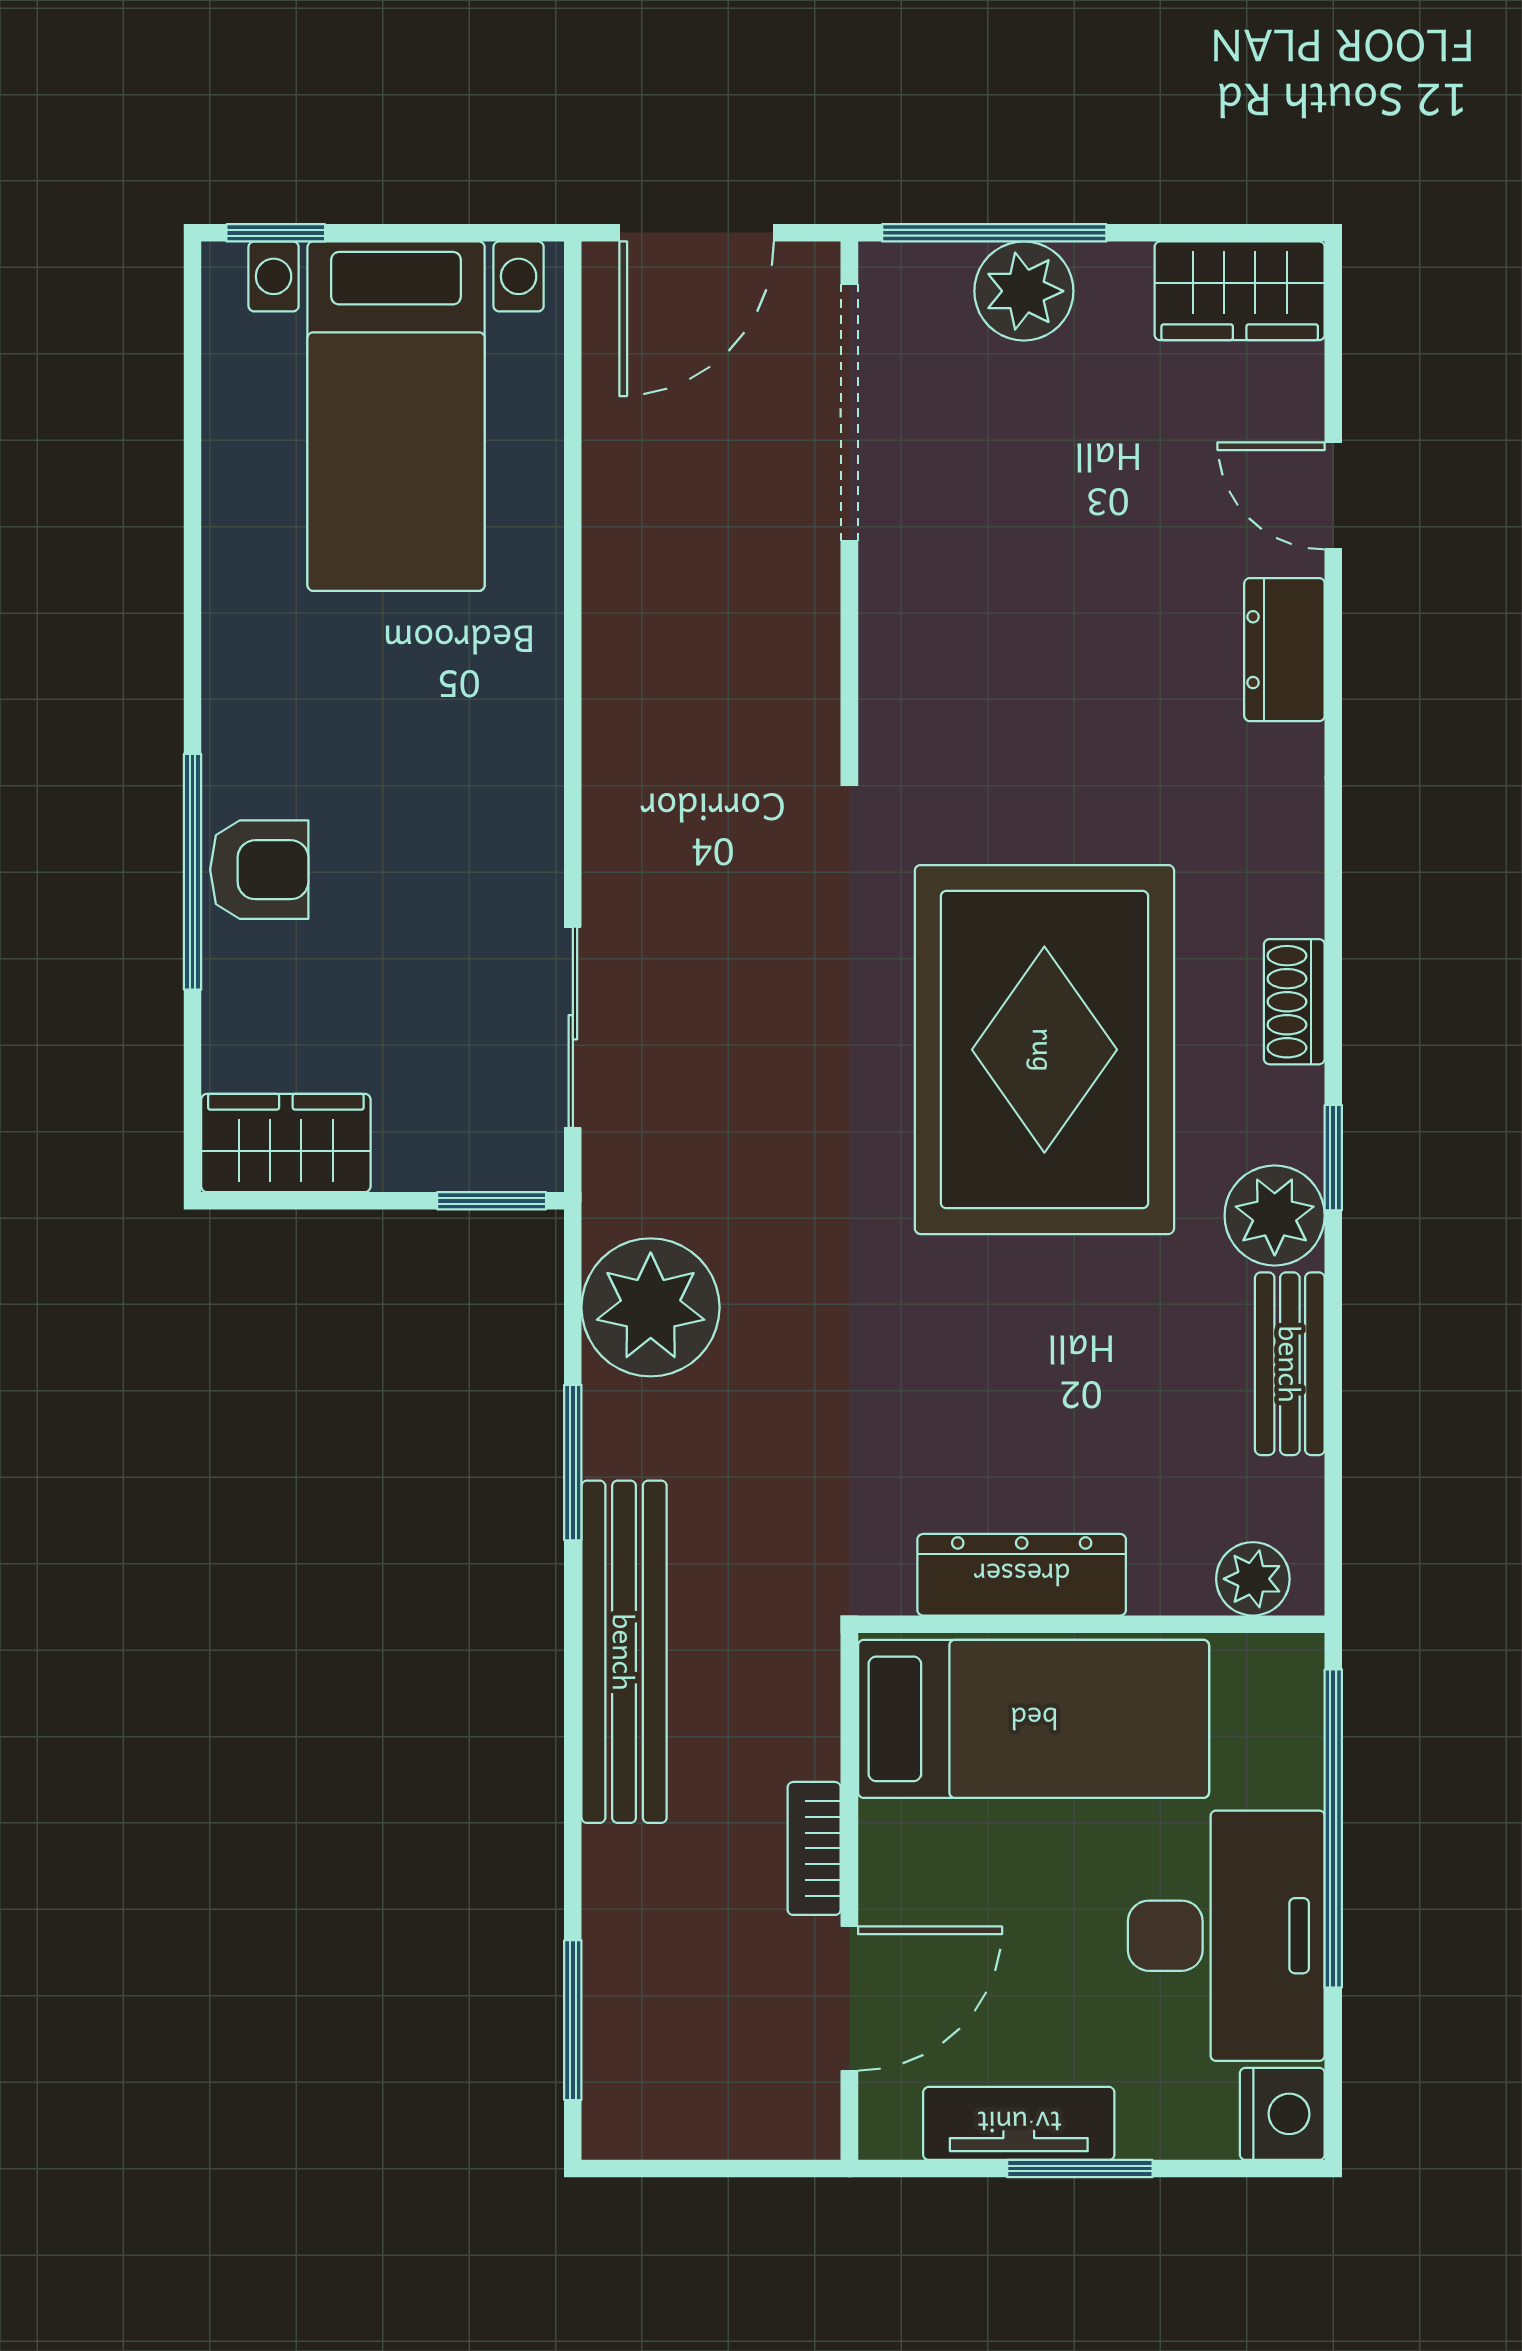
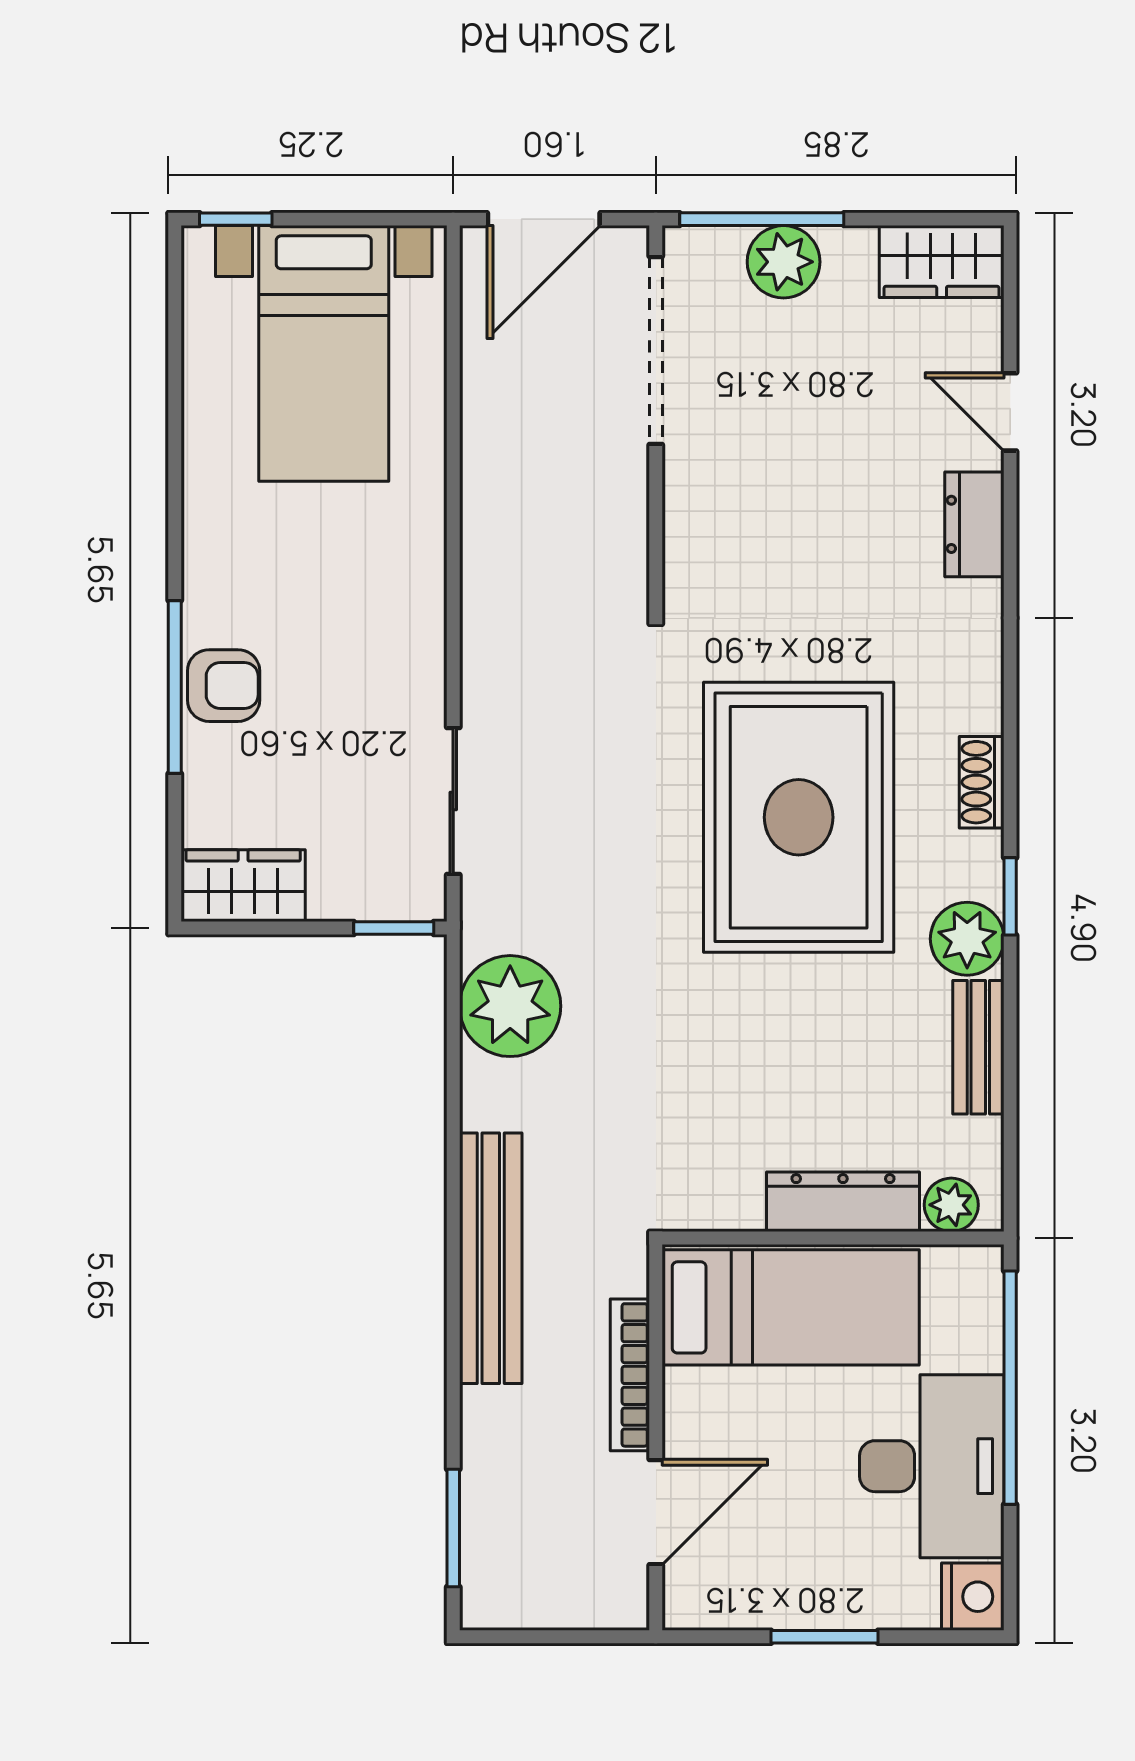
window: (573, 1463) -> (453, 1120), removed
dresser: (1022, 1575) -> (843, 1202), moved
bookcase: (814, 1848) -> (630, 1375), width x1.56
tv unit: (1019, 2123) -> (780, 1604), removed

